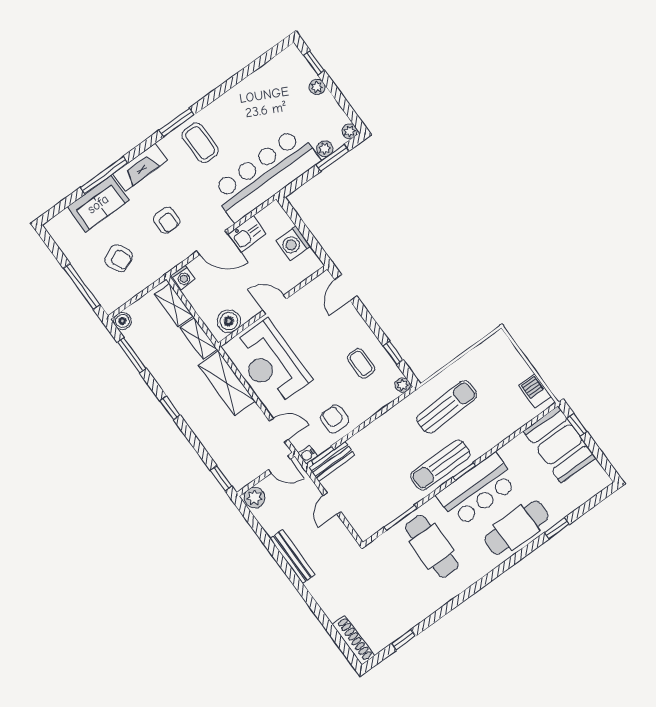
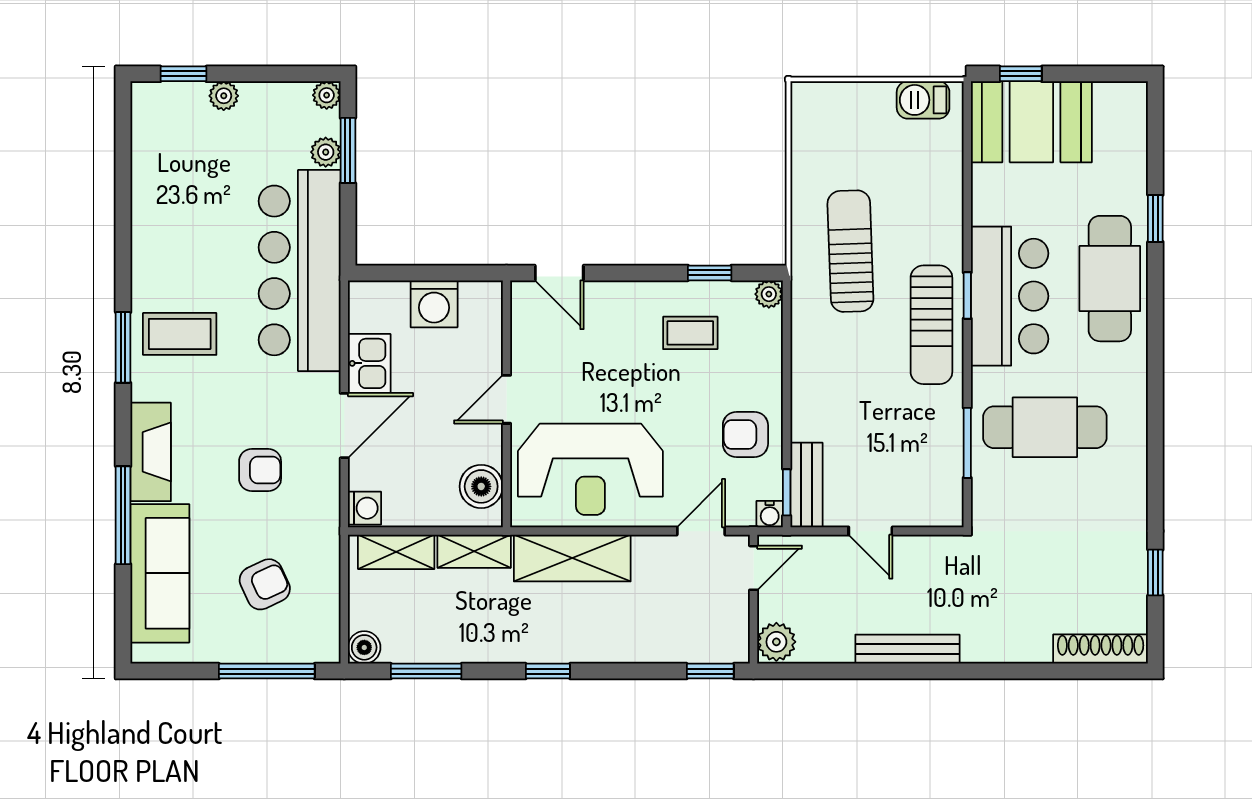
sofa: (98, 204) -> (160, 573), width x1.36

